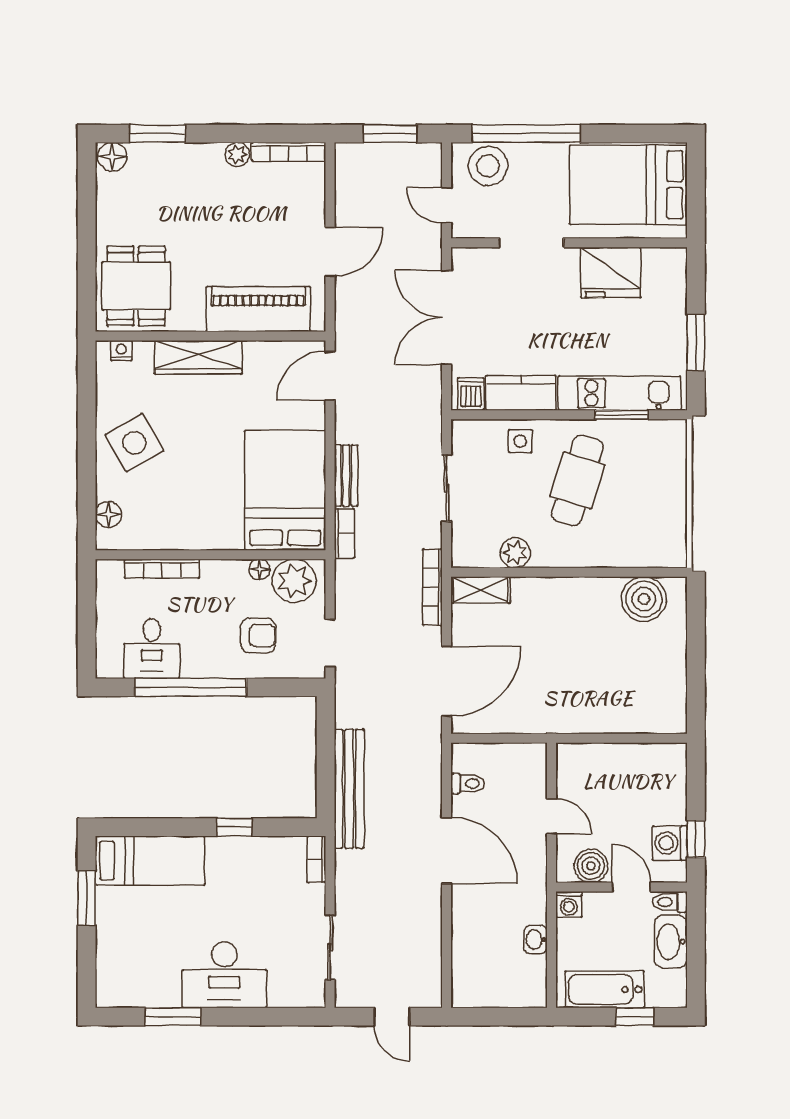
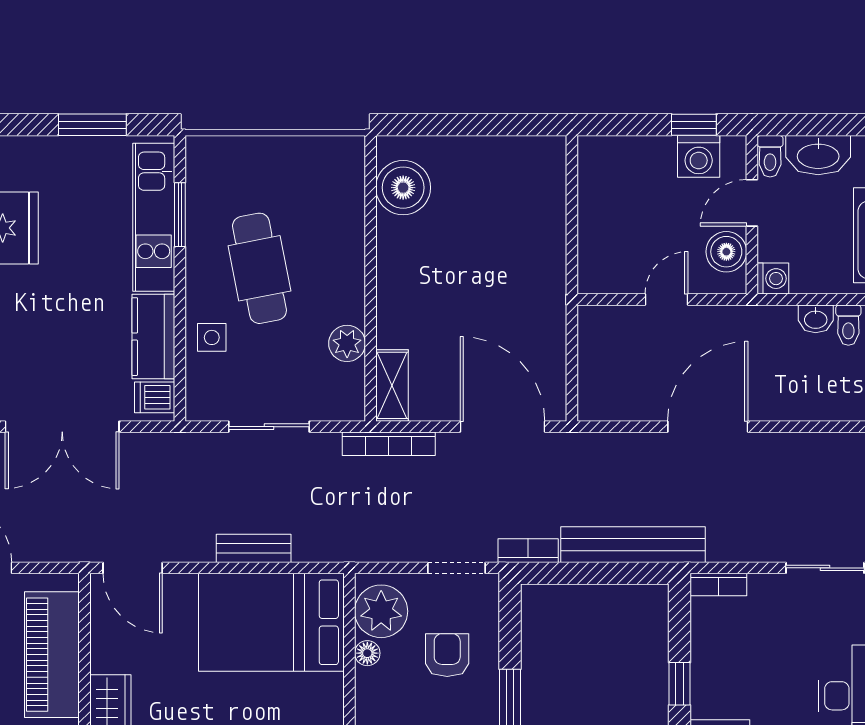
cafe table: (577, 480) -> (259, 268), turned 62
bookcase: (344, 533) -> (528, 551), moved
toilet: (468, 784) -> (848, 325), moved, turned 180

